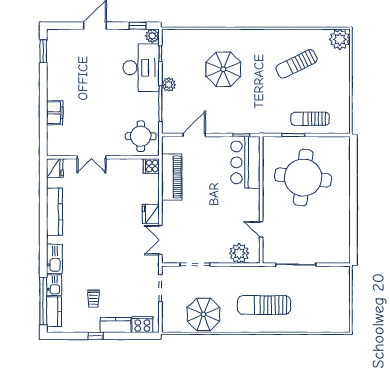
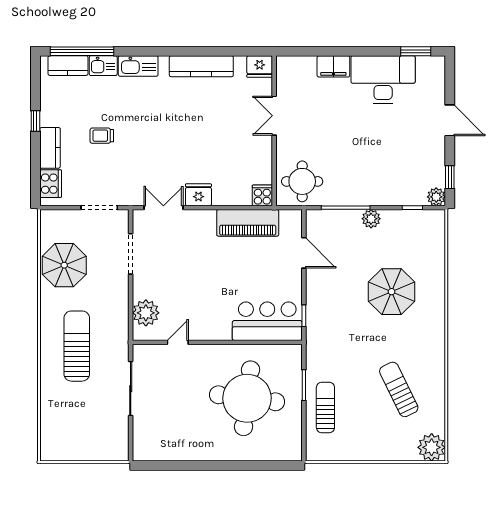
desk: (141, 68) -> (383, 80), moved, turned 180
trolley: (93, 299) -> (102, 136), moved

